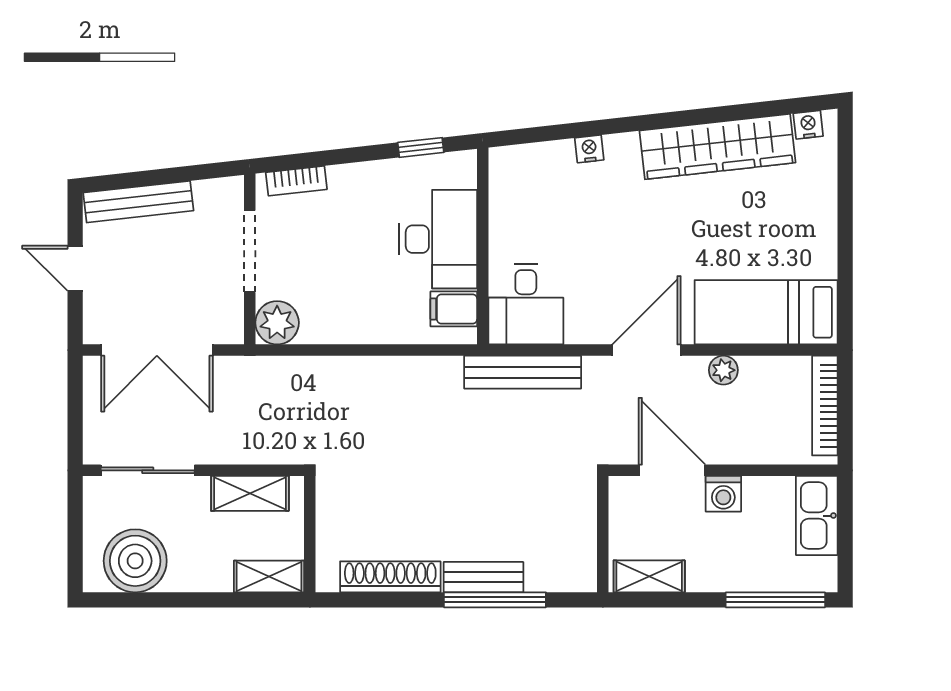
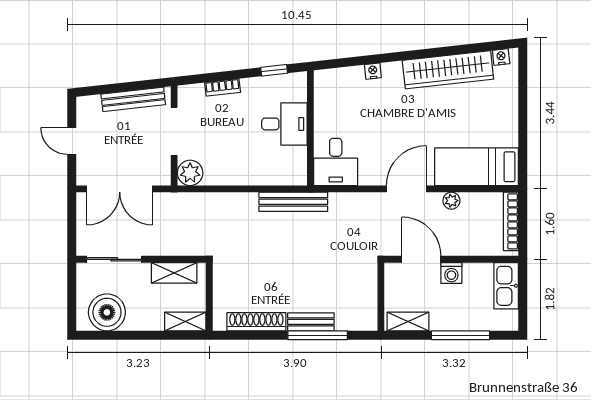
bookcase: (296, 181) -> (223, 87), moved
bench: (138, 202) -> (133, 99), moved
desk: (438, 239) -> (284, 124), width x0.73
filing cabinet: (454, 309) -> (293, 165), removed
bench: (523, 372) -> (293, 202), moved
window: (775, 600) -> (460, 335), moved

